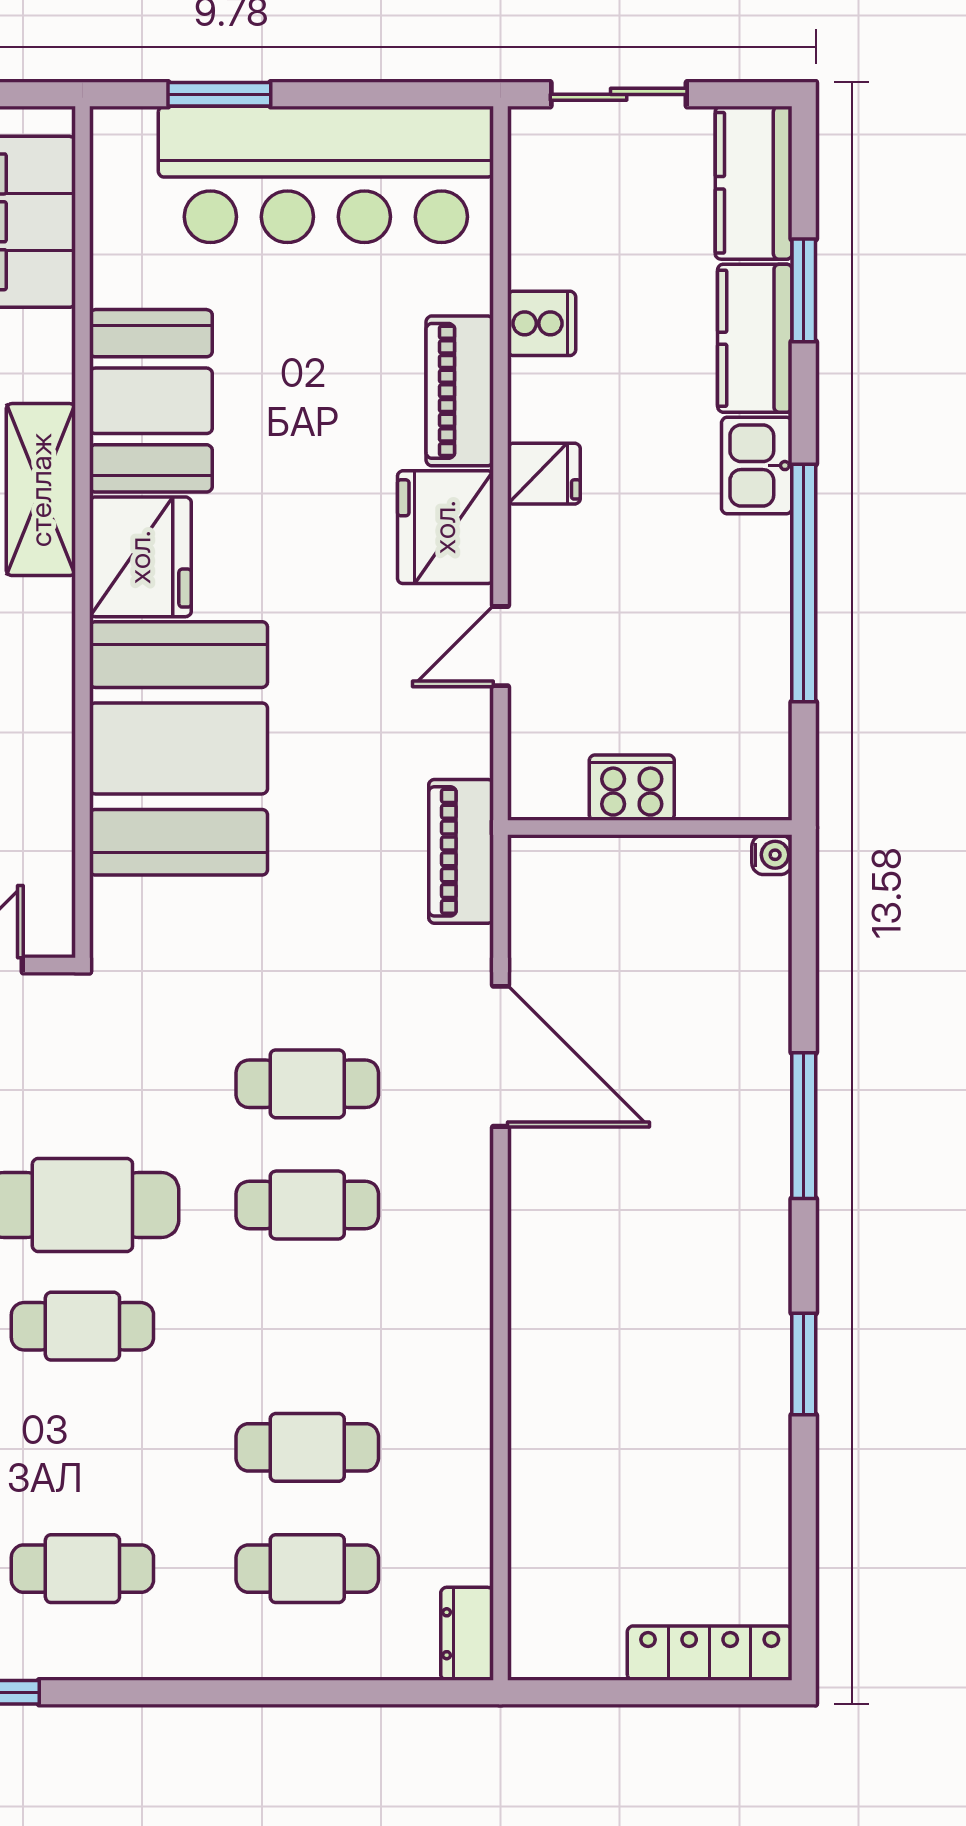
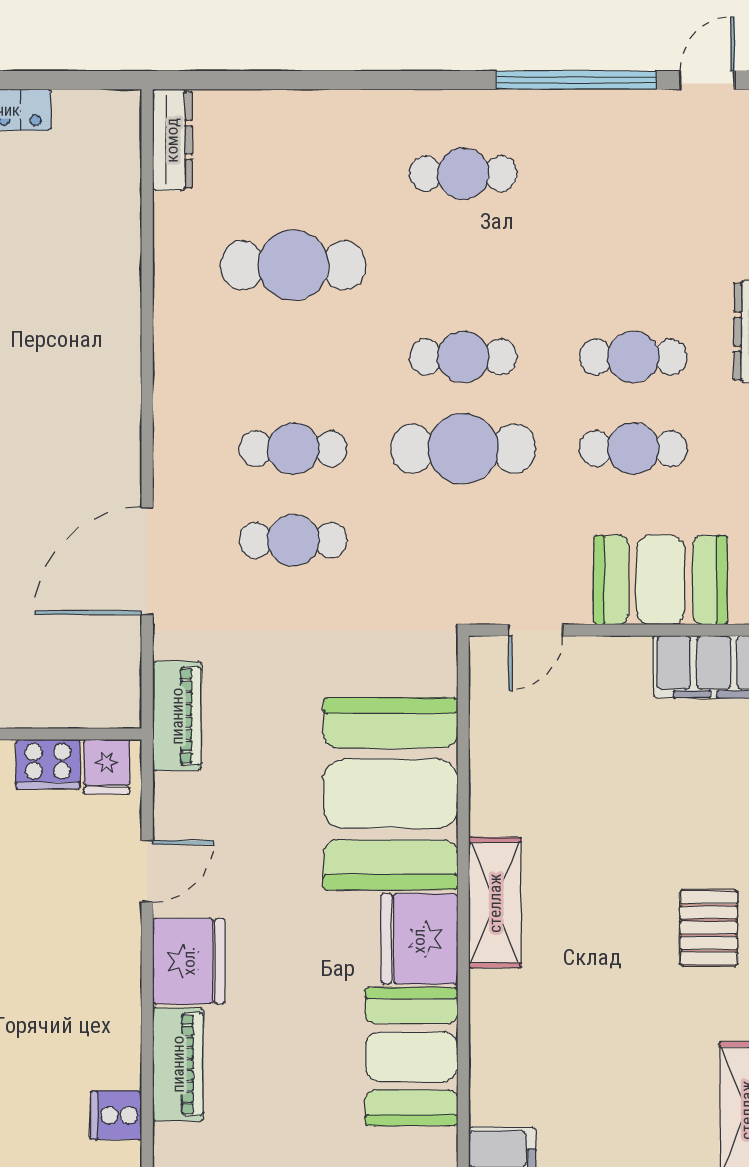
fridge: (544, 474) -> (107, 767), moved, turned -90
shelving: (41, 490) -> (495, 903), moved
door: (500, 1056) -> (147, 561), hinge flipped
cafe table: (307, 1447) -> (293, 265), width x1.37, depth x1.35
cafe table: (307, 1569) -> (293, 174), removed
dresser: (467, 1634) -> (172, 140), width x1.44

